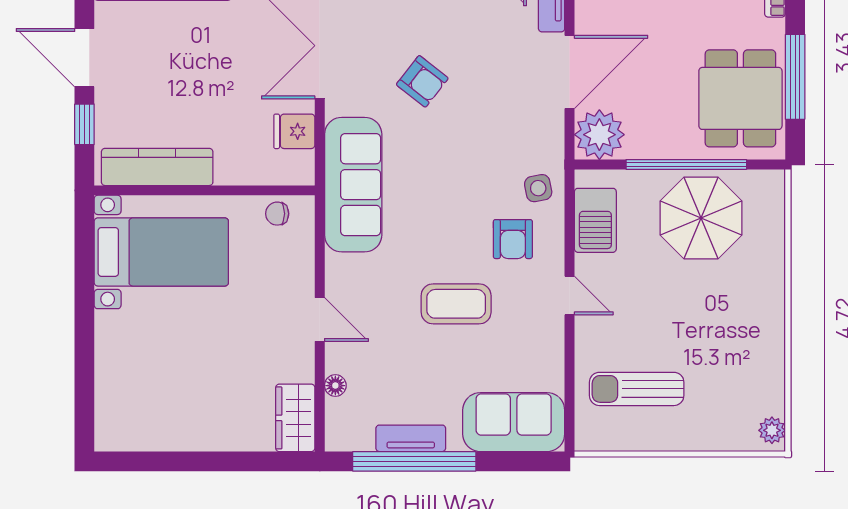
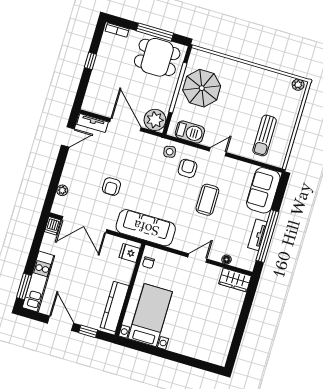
door: (84, 58) -> (61, 323), swing flipped
armchair: (422, 81) -> (111, 187), turned 142
fridge: (294, 131) -> (129, 253), moved, turned 90
armchair: (513, 239) -> (188, 168), turned -90

